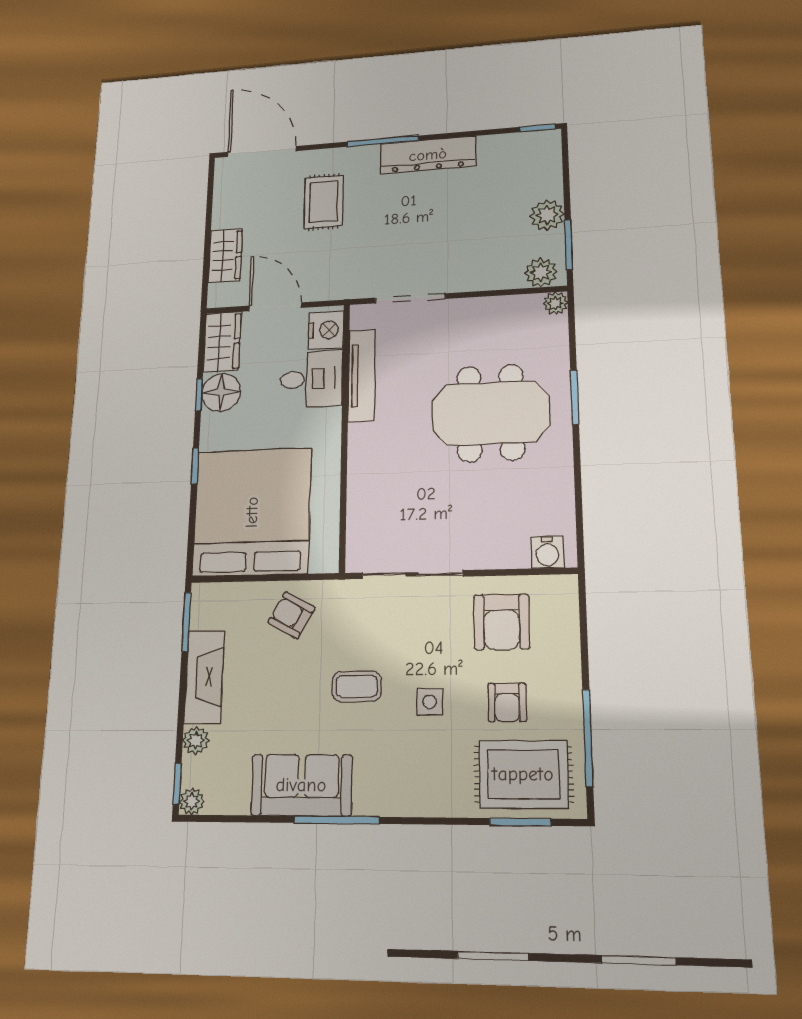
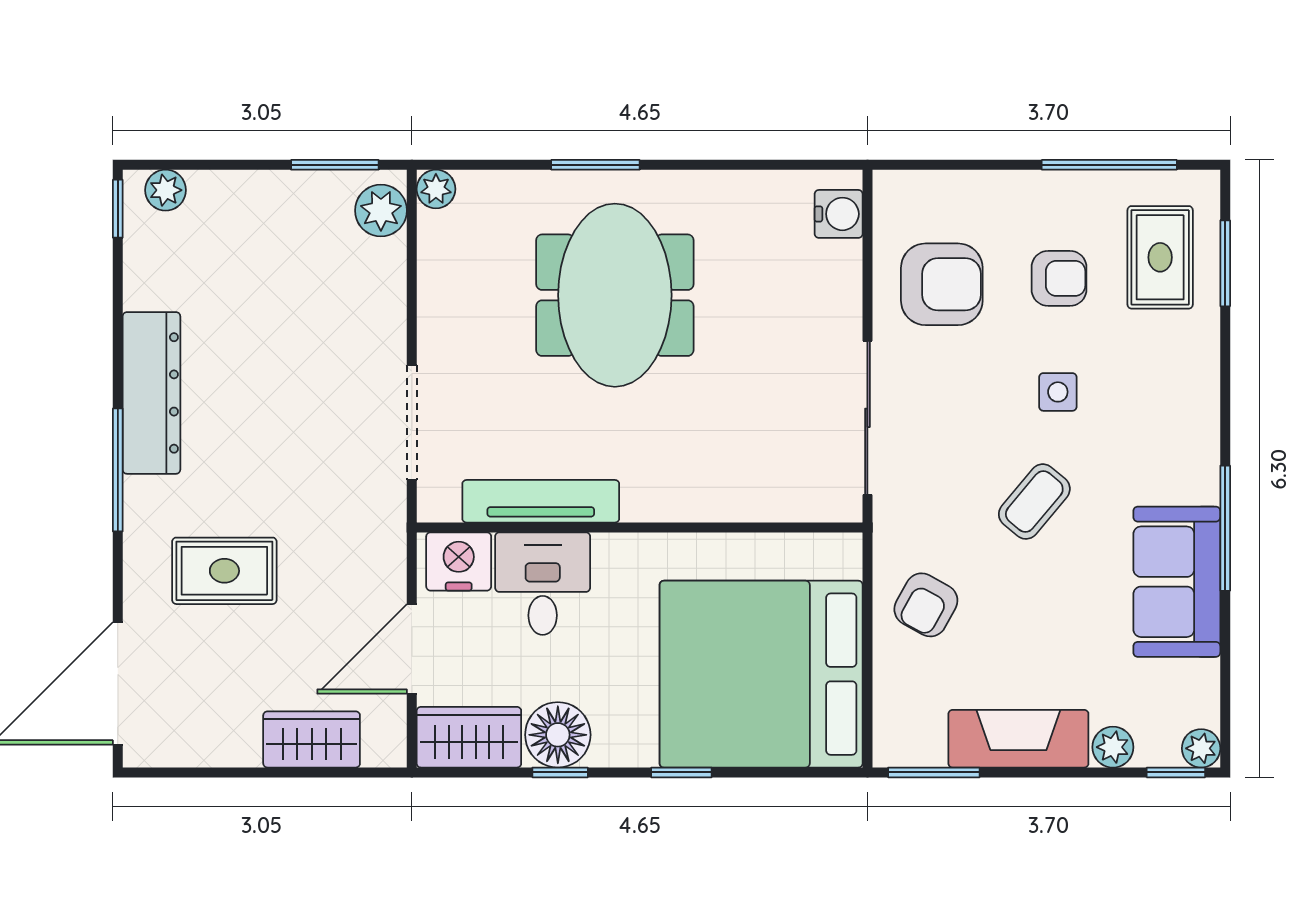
plant: (547, 215) -> (166, 190), moved, width x0.73, depth x0.73
coffee table: (357, 686) -> (1034, 502), turned 40
rug: (523, 774) -> (1160, 257), width x0.73, depth x0.70

